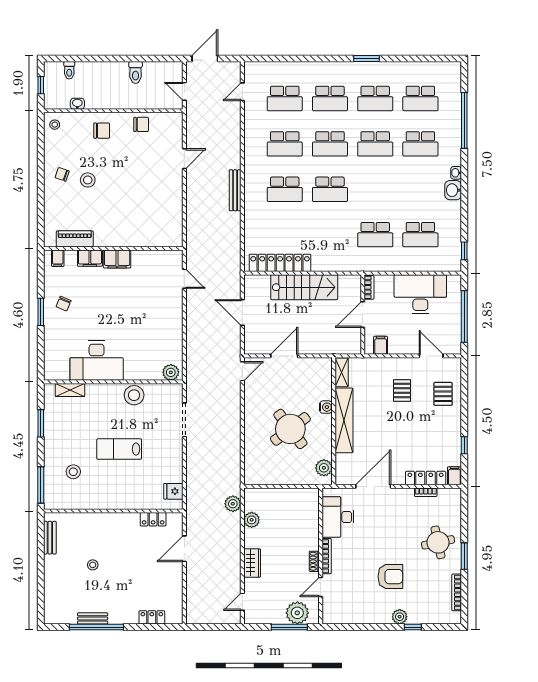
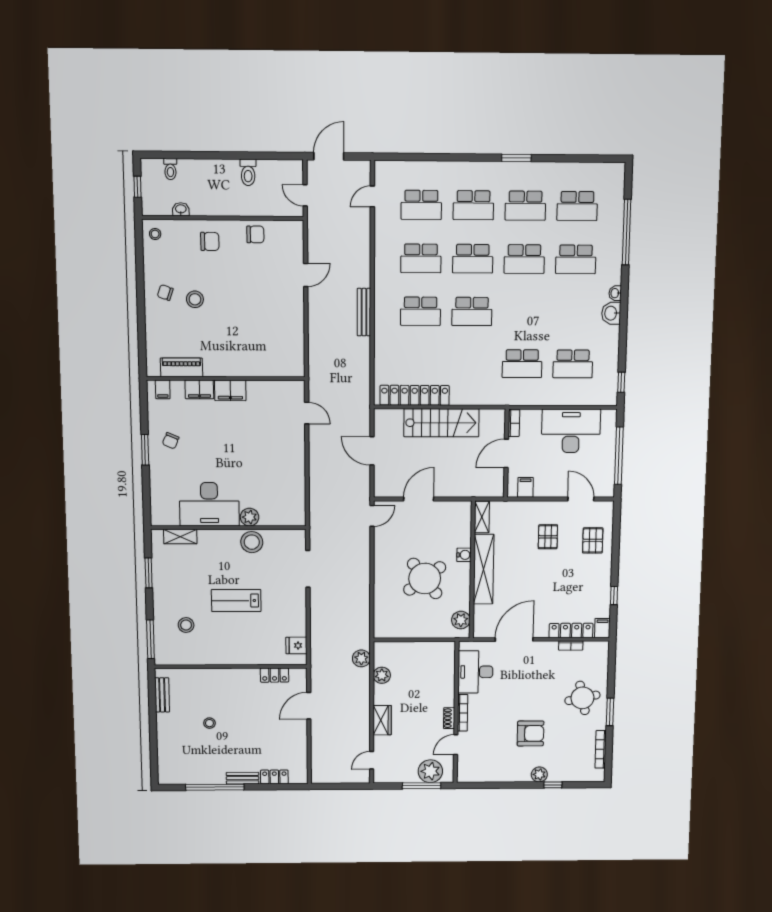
plant: (171, 372) -> (250, 517), moved
bench: (93, 618) -> (243, 778), moved

